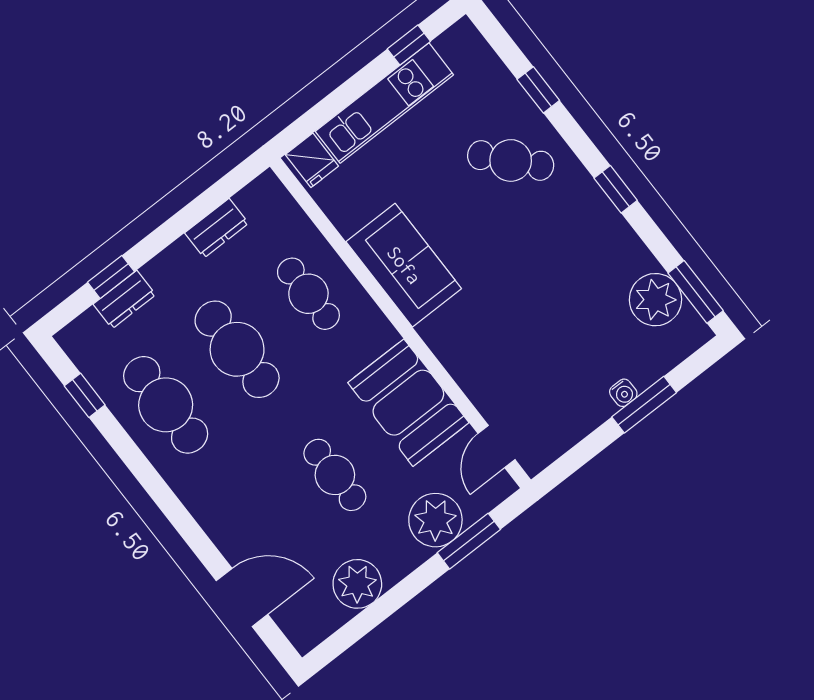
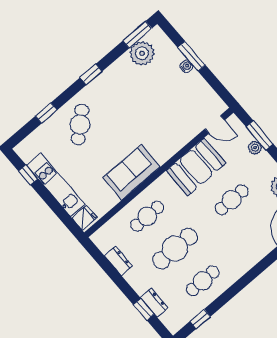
cafe table: (166, 405) -> (203, 281), width x0.73, depth x0.74
plant: (435, 520) -> (255, 148), width x0.53, depth x0.53

